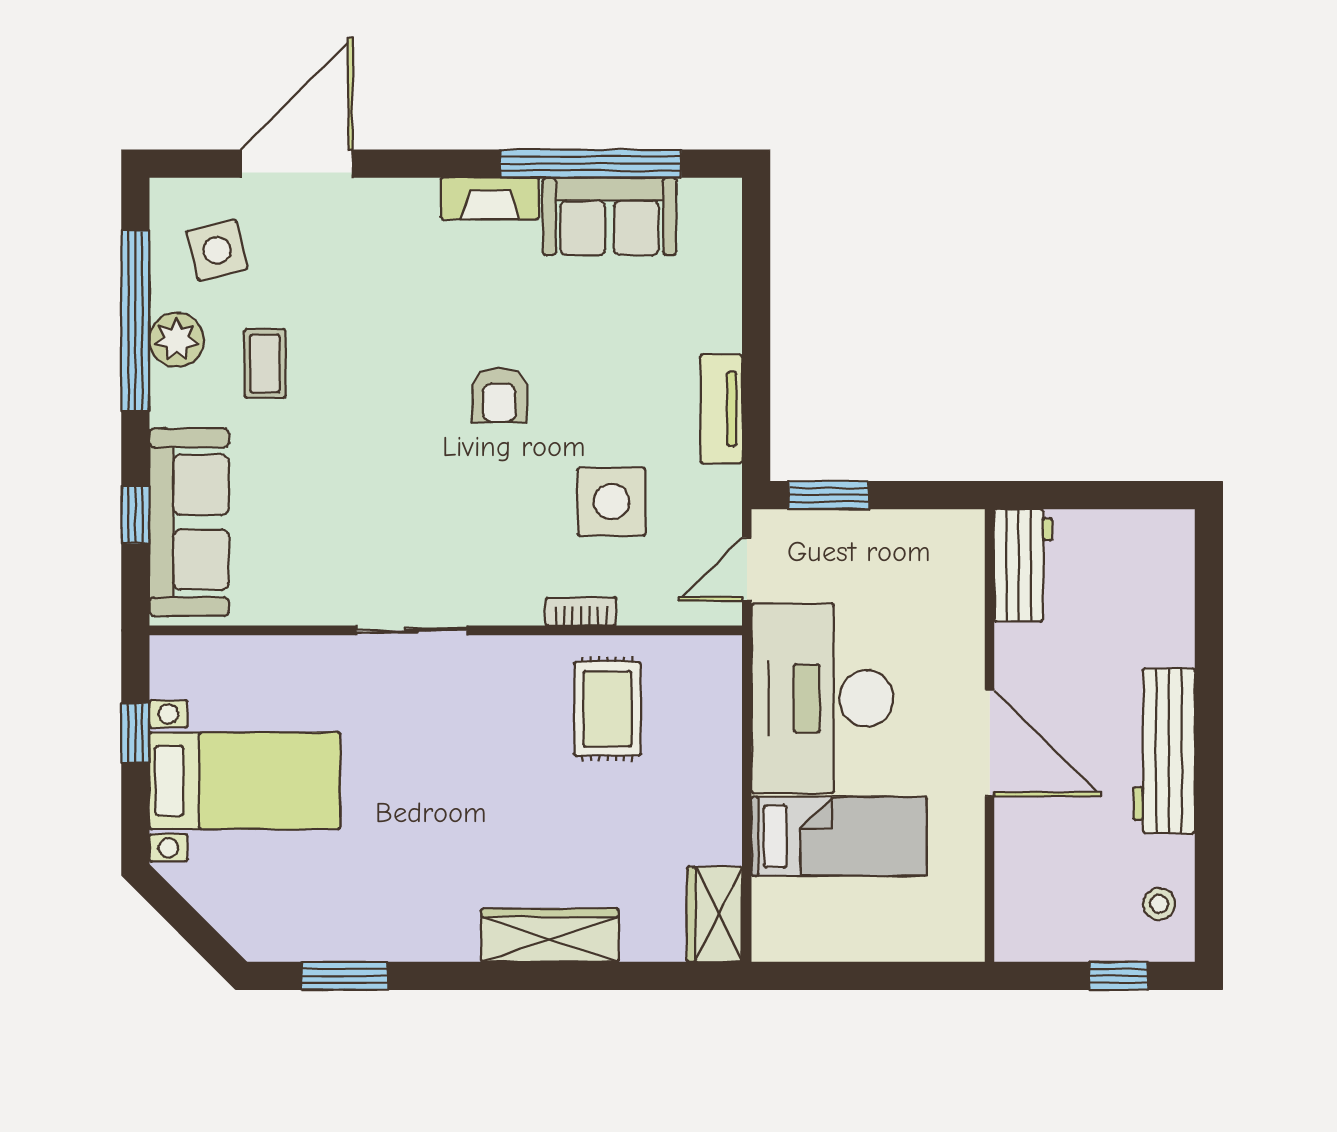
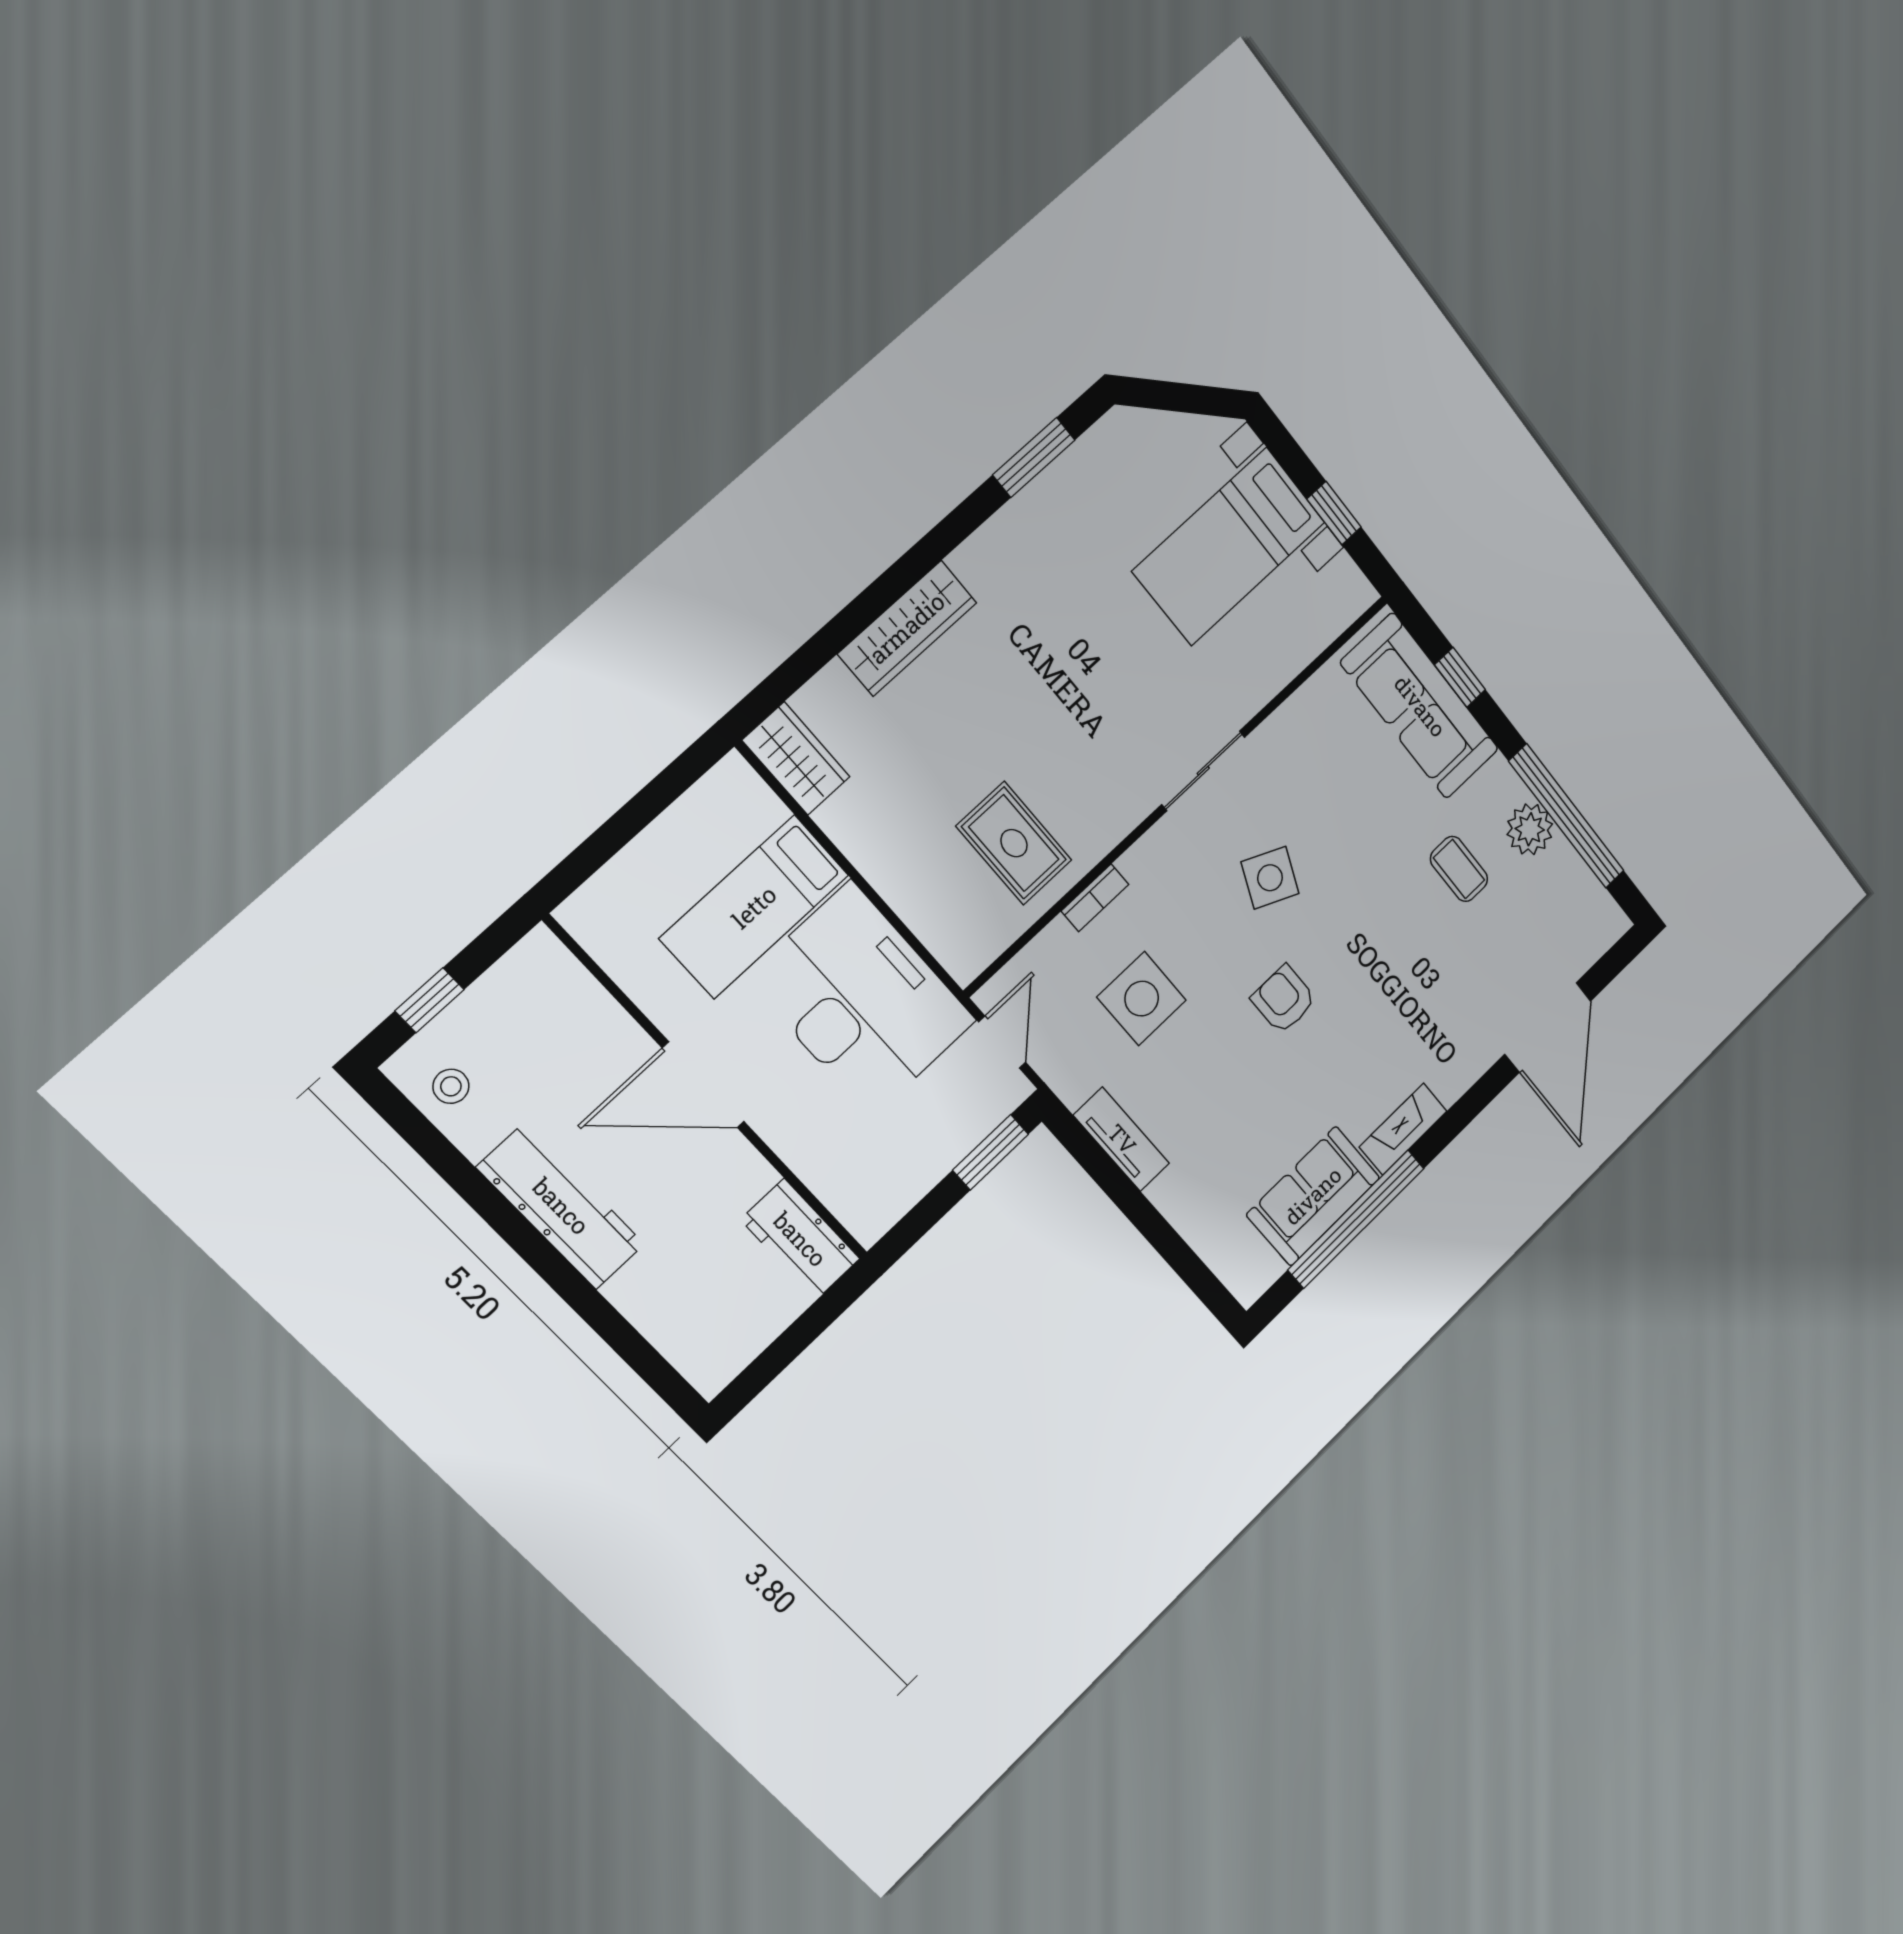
side table: (217, 250) -> (1270, 878), moved, turned 38

